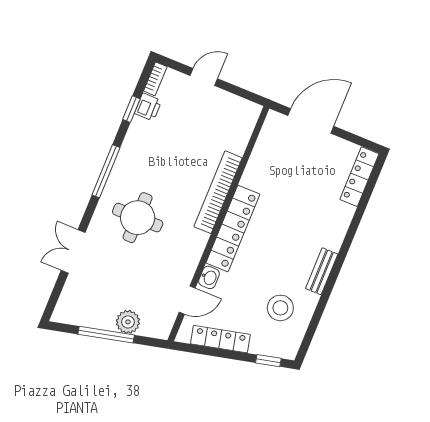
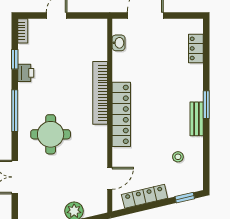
printer: (148, 107) -> (26, 73), moved
locker: (359, 177) -> (196, 48), width x0.66
window: (340, 259) -> (206, 105), added
washbasin: (209, 277) -> (119, 43), moved
stool: (280, 308) -> (178, 157), width x0.53, depth x0.53

